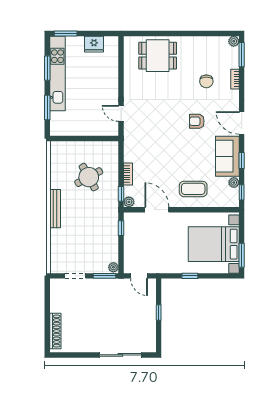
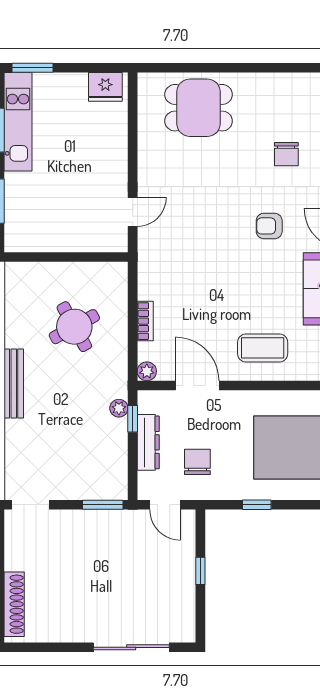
fridge: (94, 44) -> (105, 87), moved
kitchen unit: (57, 73) -> (18, 122), width x0.73
door: (121, 113) -> (133, 212), swing flipped
window: (121, 194) -> (133, 357), removed
dresser: (130, 241) -> (148, 442), added
chair: (157, 252) -> (197, 462), added
plant: (113, 267) -> (119, 408), moved
doorway: (75, 276) -> (30, 505), moved

